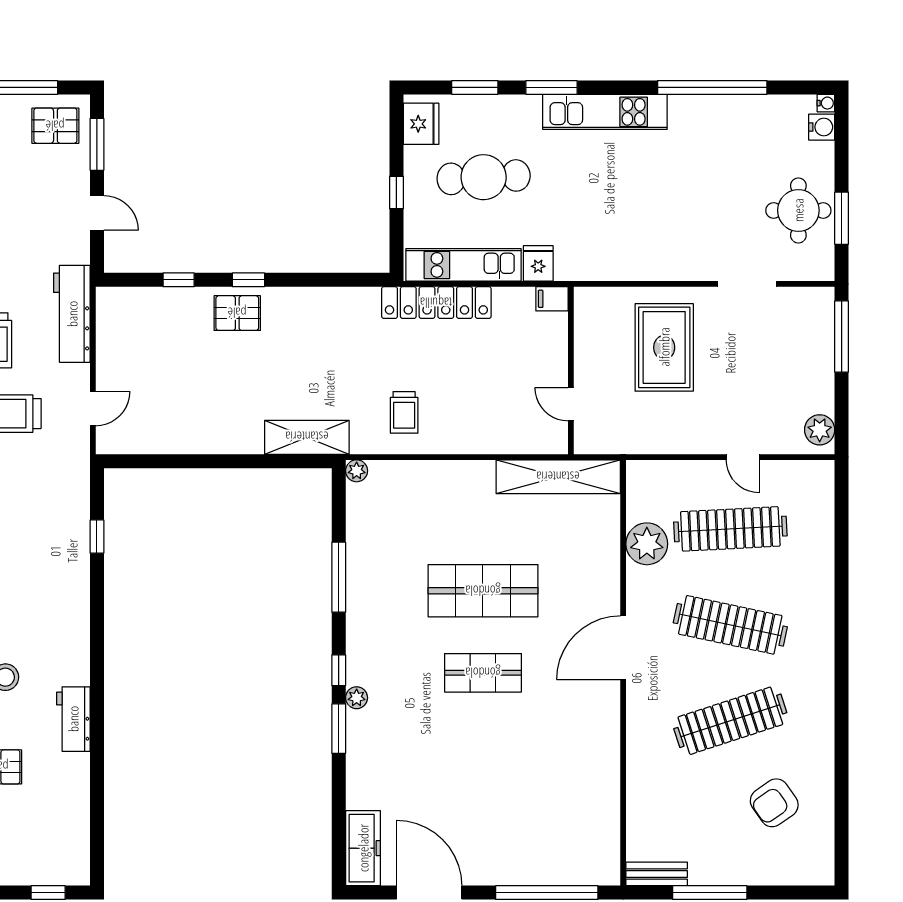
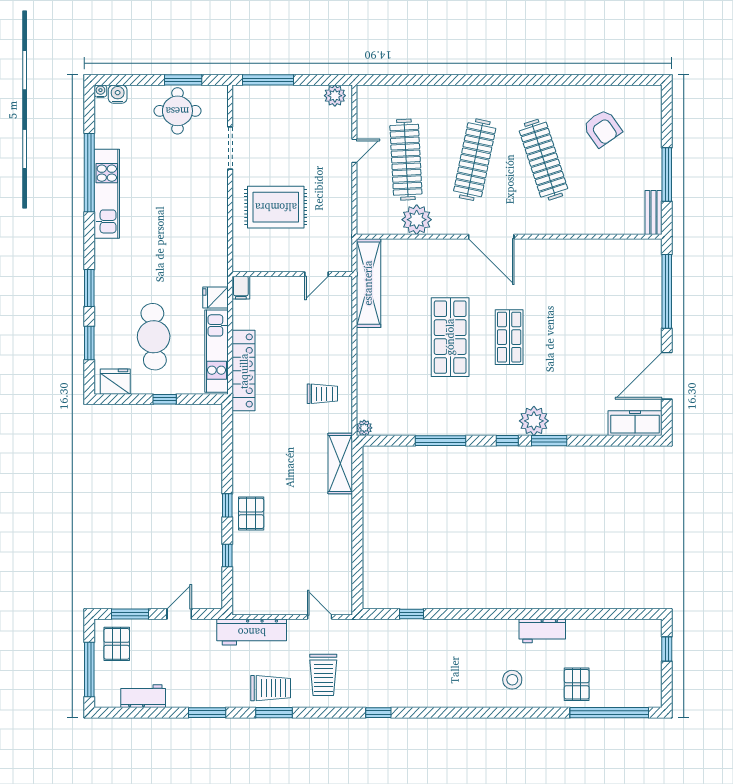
kitchen unit: (605, 112) -> (107, 194), moved
plant: (357, 698) -> (534, 421), width x1.88, depth x1.88

